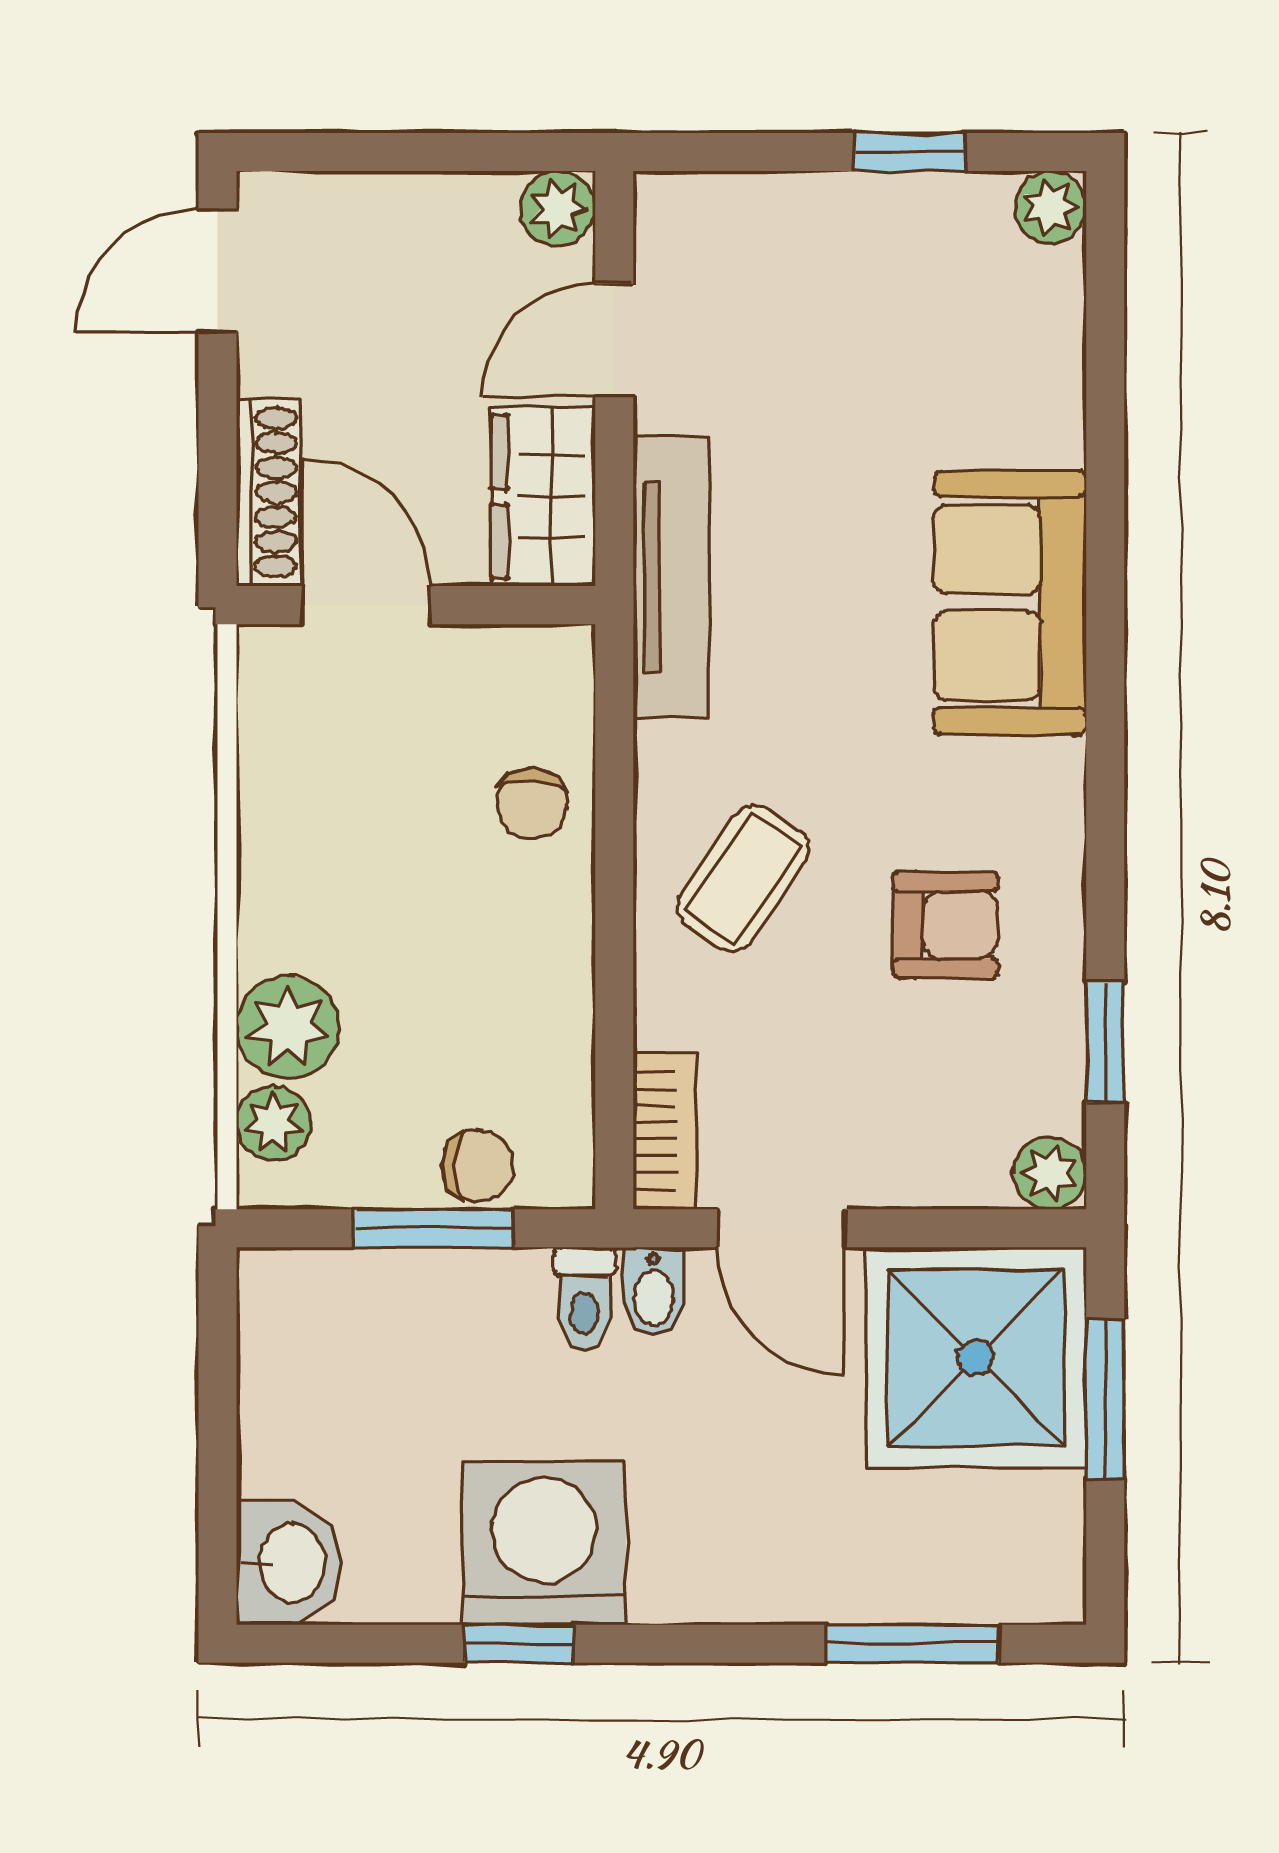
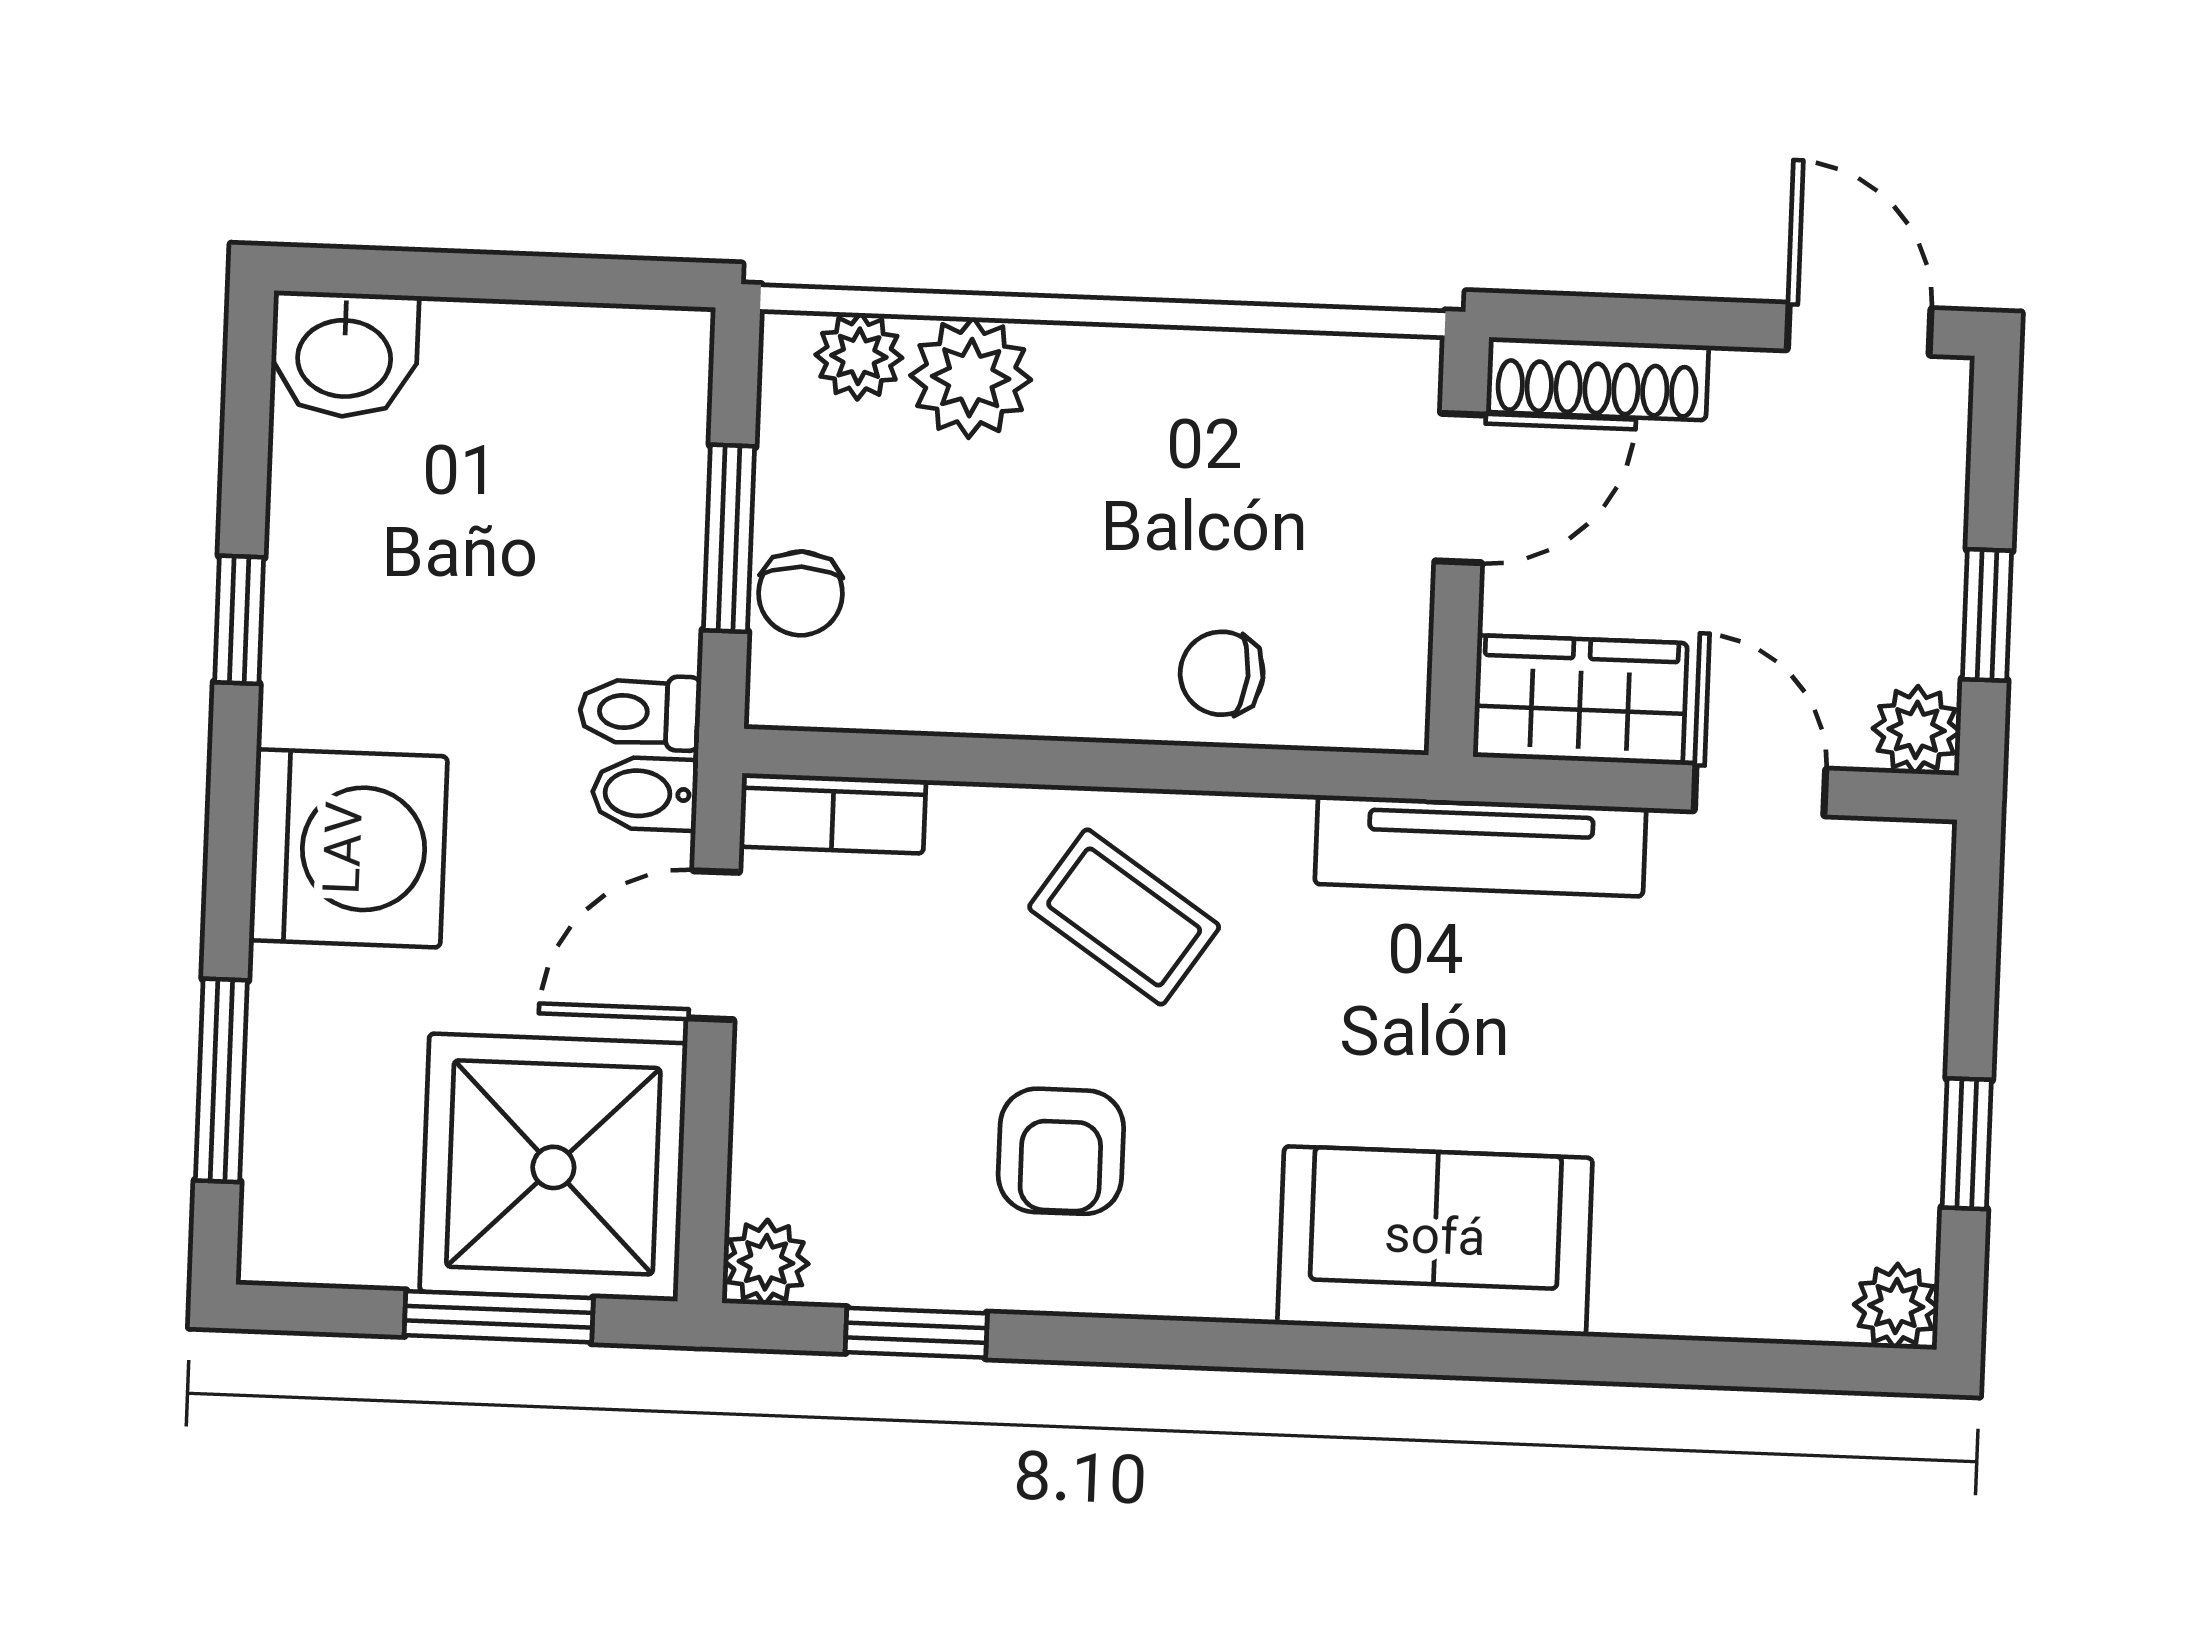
window: (457, 152) -> (1987, 615), added
washing machine: (544, 1543) -> (348, 848), moved

